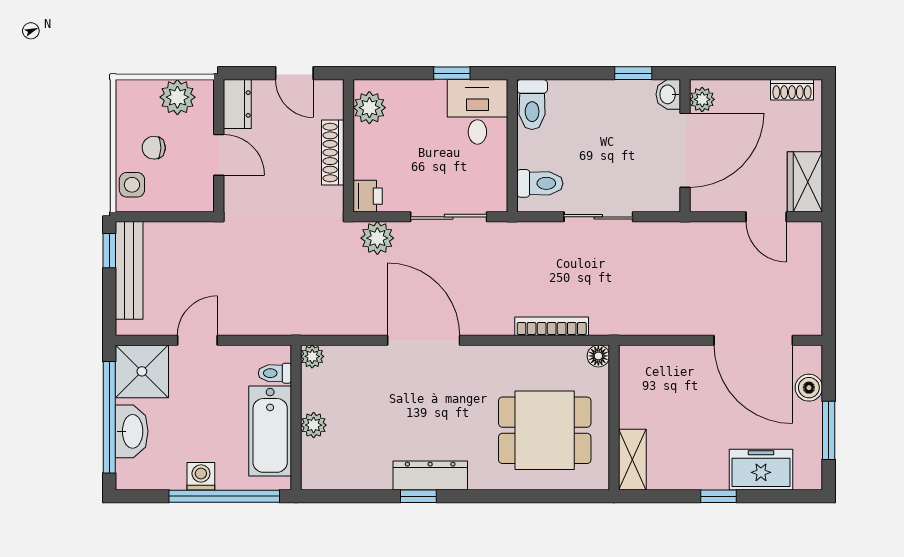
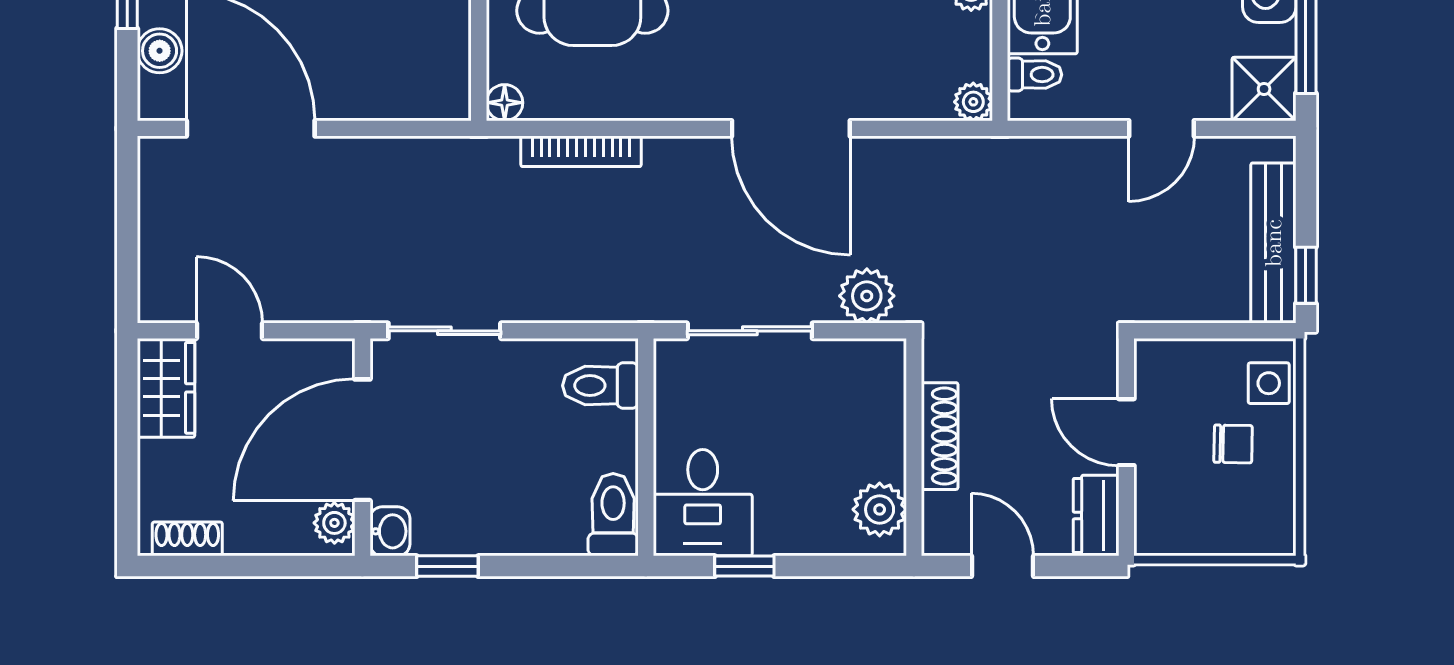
plant: (177, 97) -> (1194, 527), removed
printer: (368, 196) -> (882, 365), removed
sliding door: (598, 217) -> (444, 331), moved
shower: (142, 371) -> (1264, 89), width x0.73, depth x0.73

